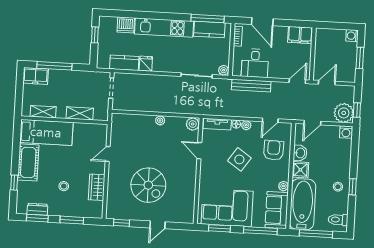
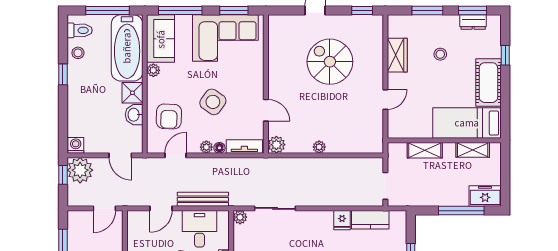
door: (297, 81) -> (161, 208), moved
door: (312, 123) -> (120, 155), swing flipped
stool: (338, 187) -> (78, 53), moved

